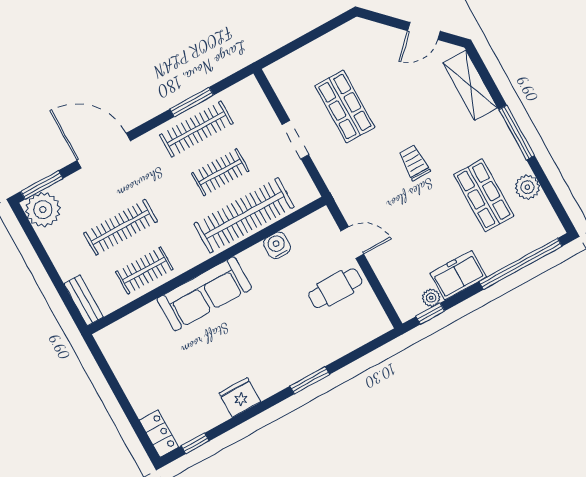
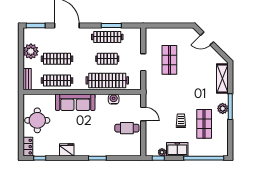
door: (424, 31) -> (207, 39), moved
trolley: (414, 163) -> (181, 121), moved
plant: (527, 187) -> (223, 108), moved
plant: (43, 210) -> (31, 51), moved
clothes rail: (144, 270) -> (57, 80), width x1.36
round table: (149, 371) -> (37, 120), added

